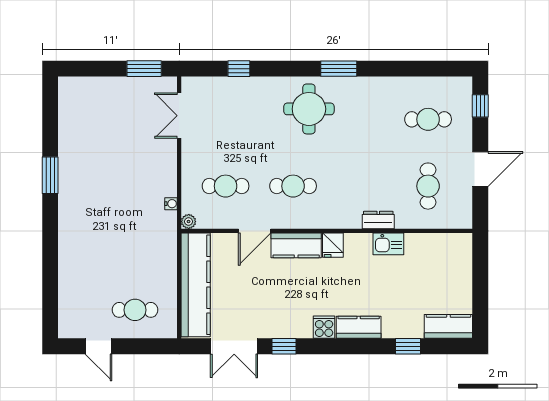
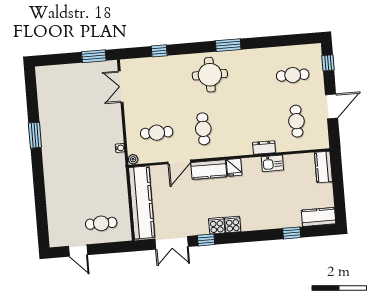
cafe table: (293, 186) -> (203, 129), turned 90
cooker: (301, 327) -> (217, 226), added
kitchen counter: (359, 327) -> (323, 167), moved, turned -90

